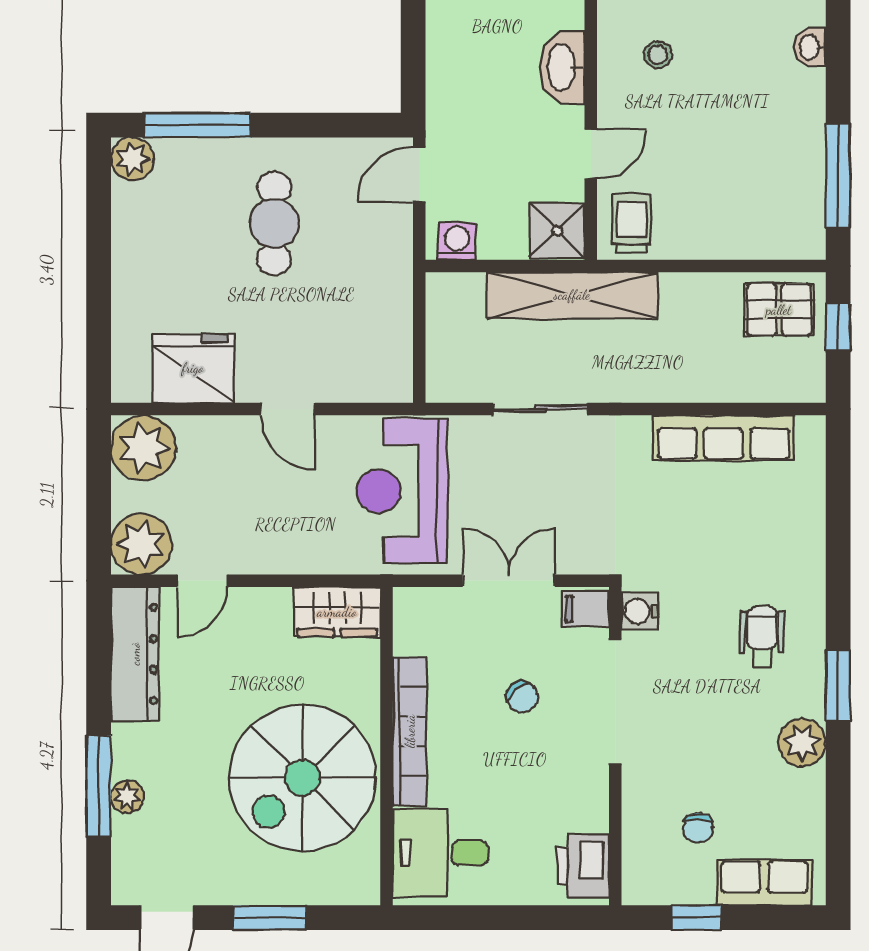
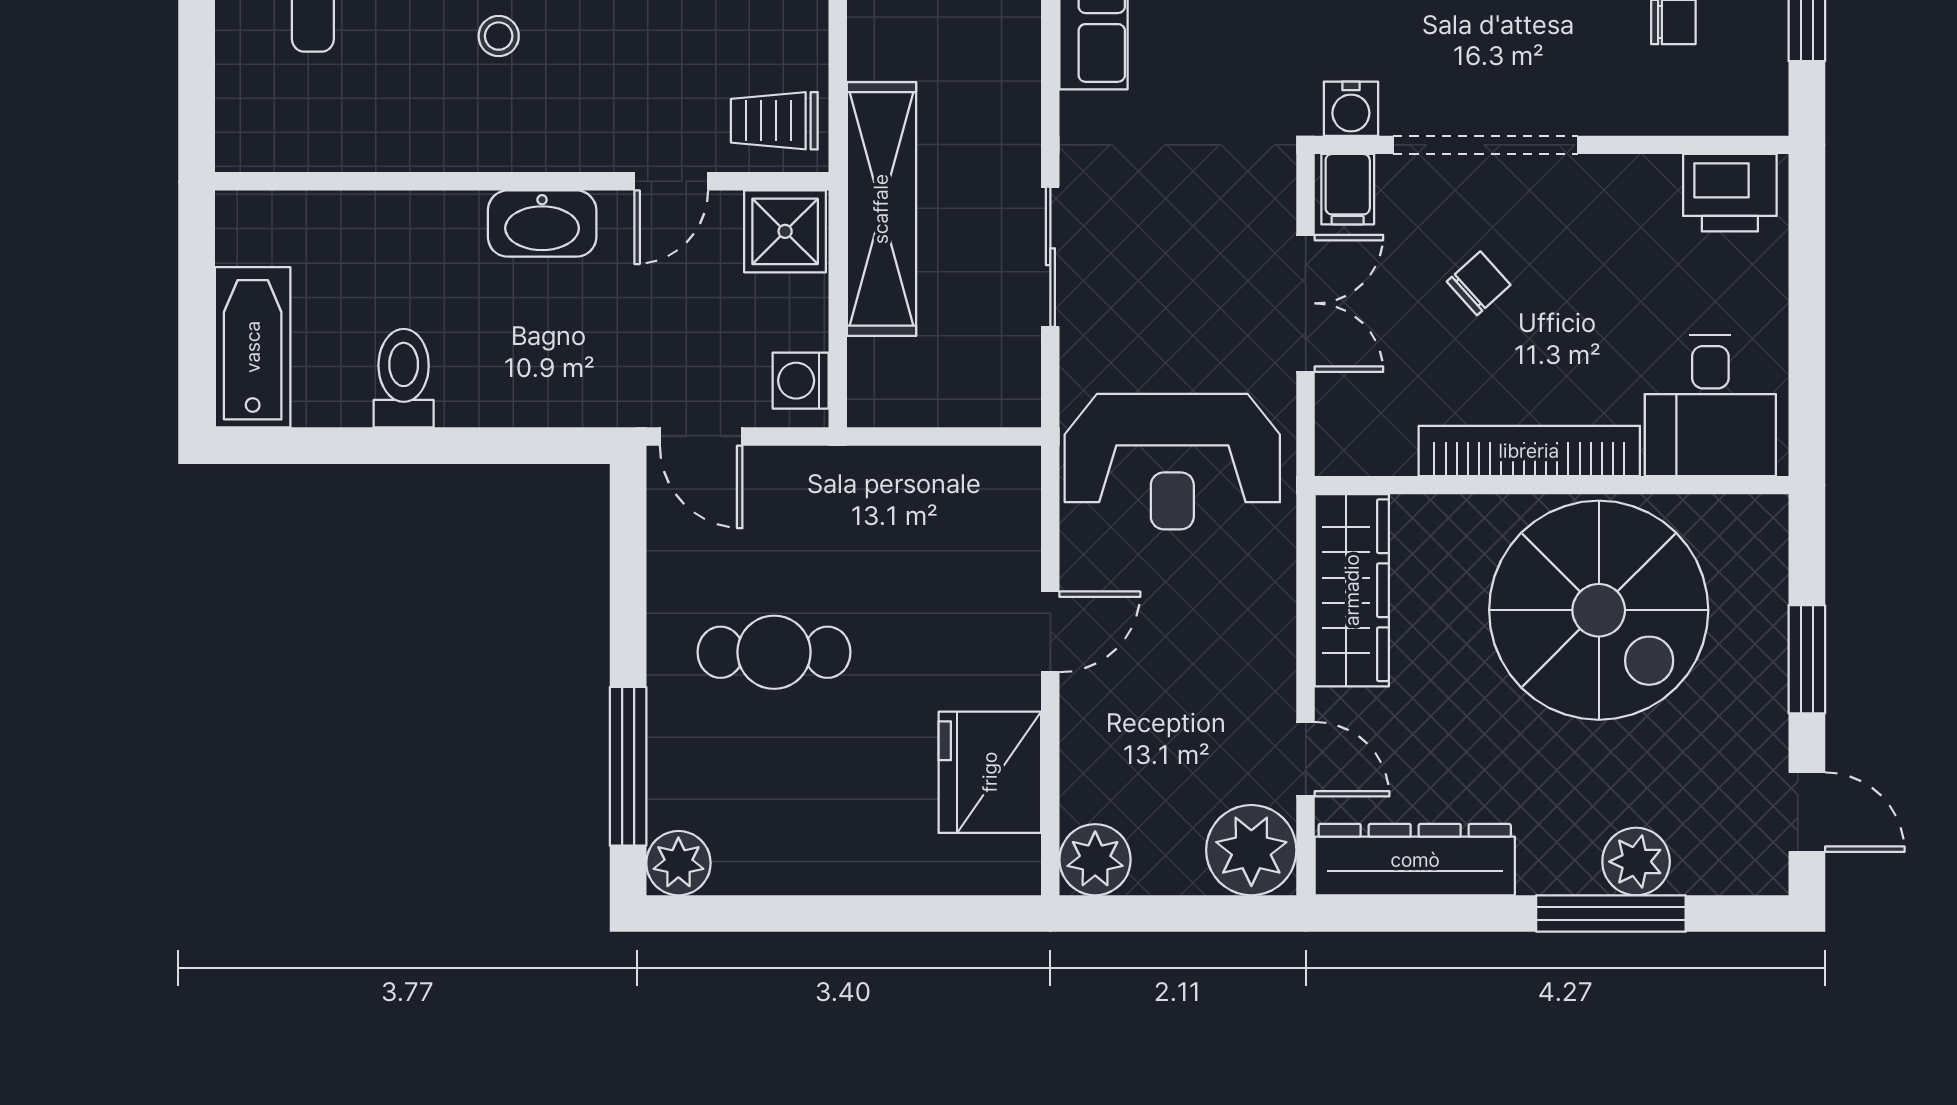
stool: (658, 55) -> (499, 36), moved
door: (591, 154) -> (671, 181), swing flipped
plant: (143, 448) -> (1095, 860), width x0.73, depth x0.73
double door: (509, 581) -> (1306, 303), swing flipped
wardrobe: (337, 612) -> (1352, 590), width x1.50
plant: (127, 797) -> (1636, 862), width x1.38, depth x1.38

